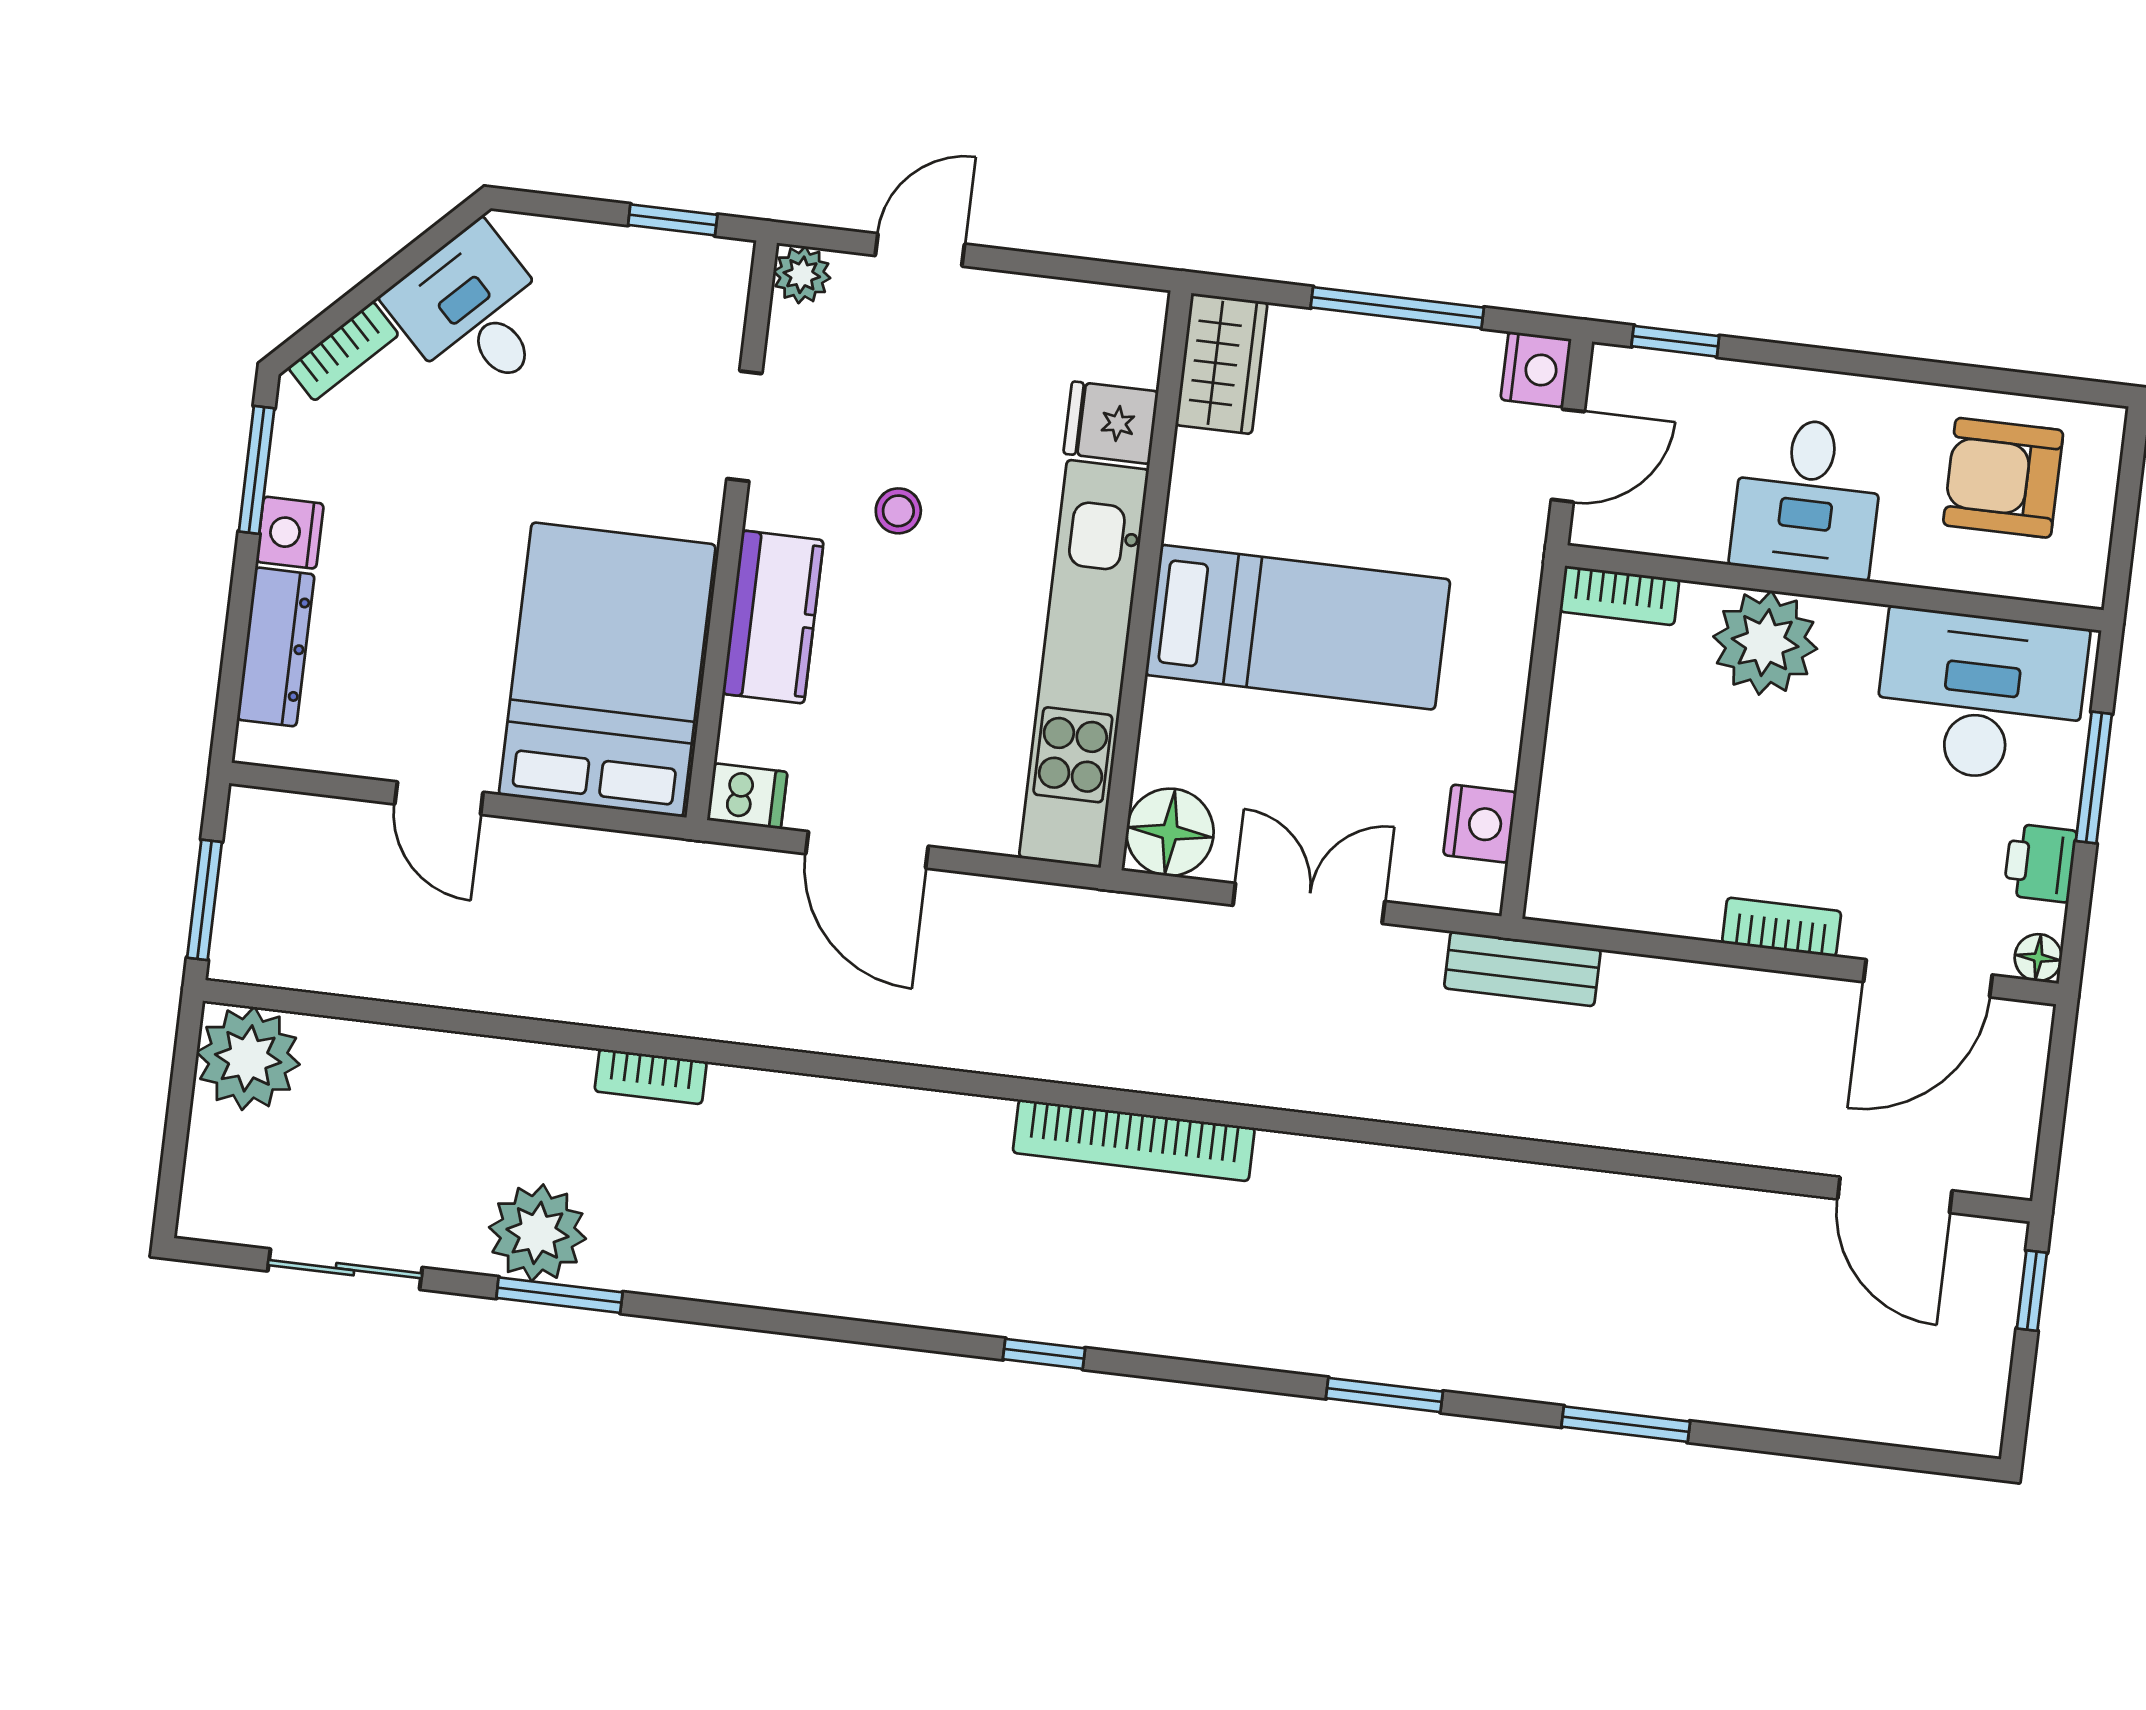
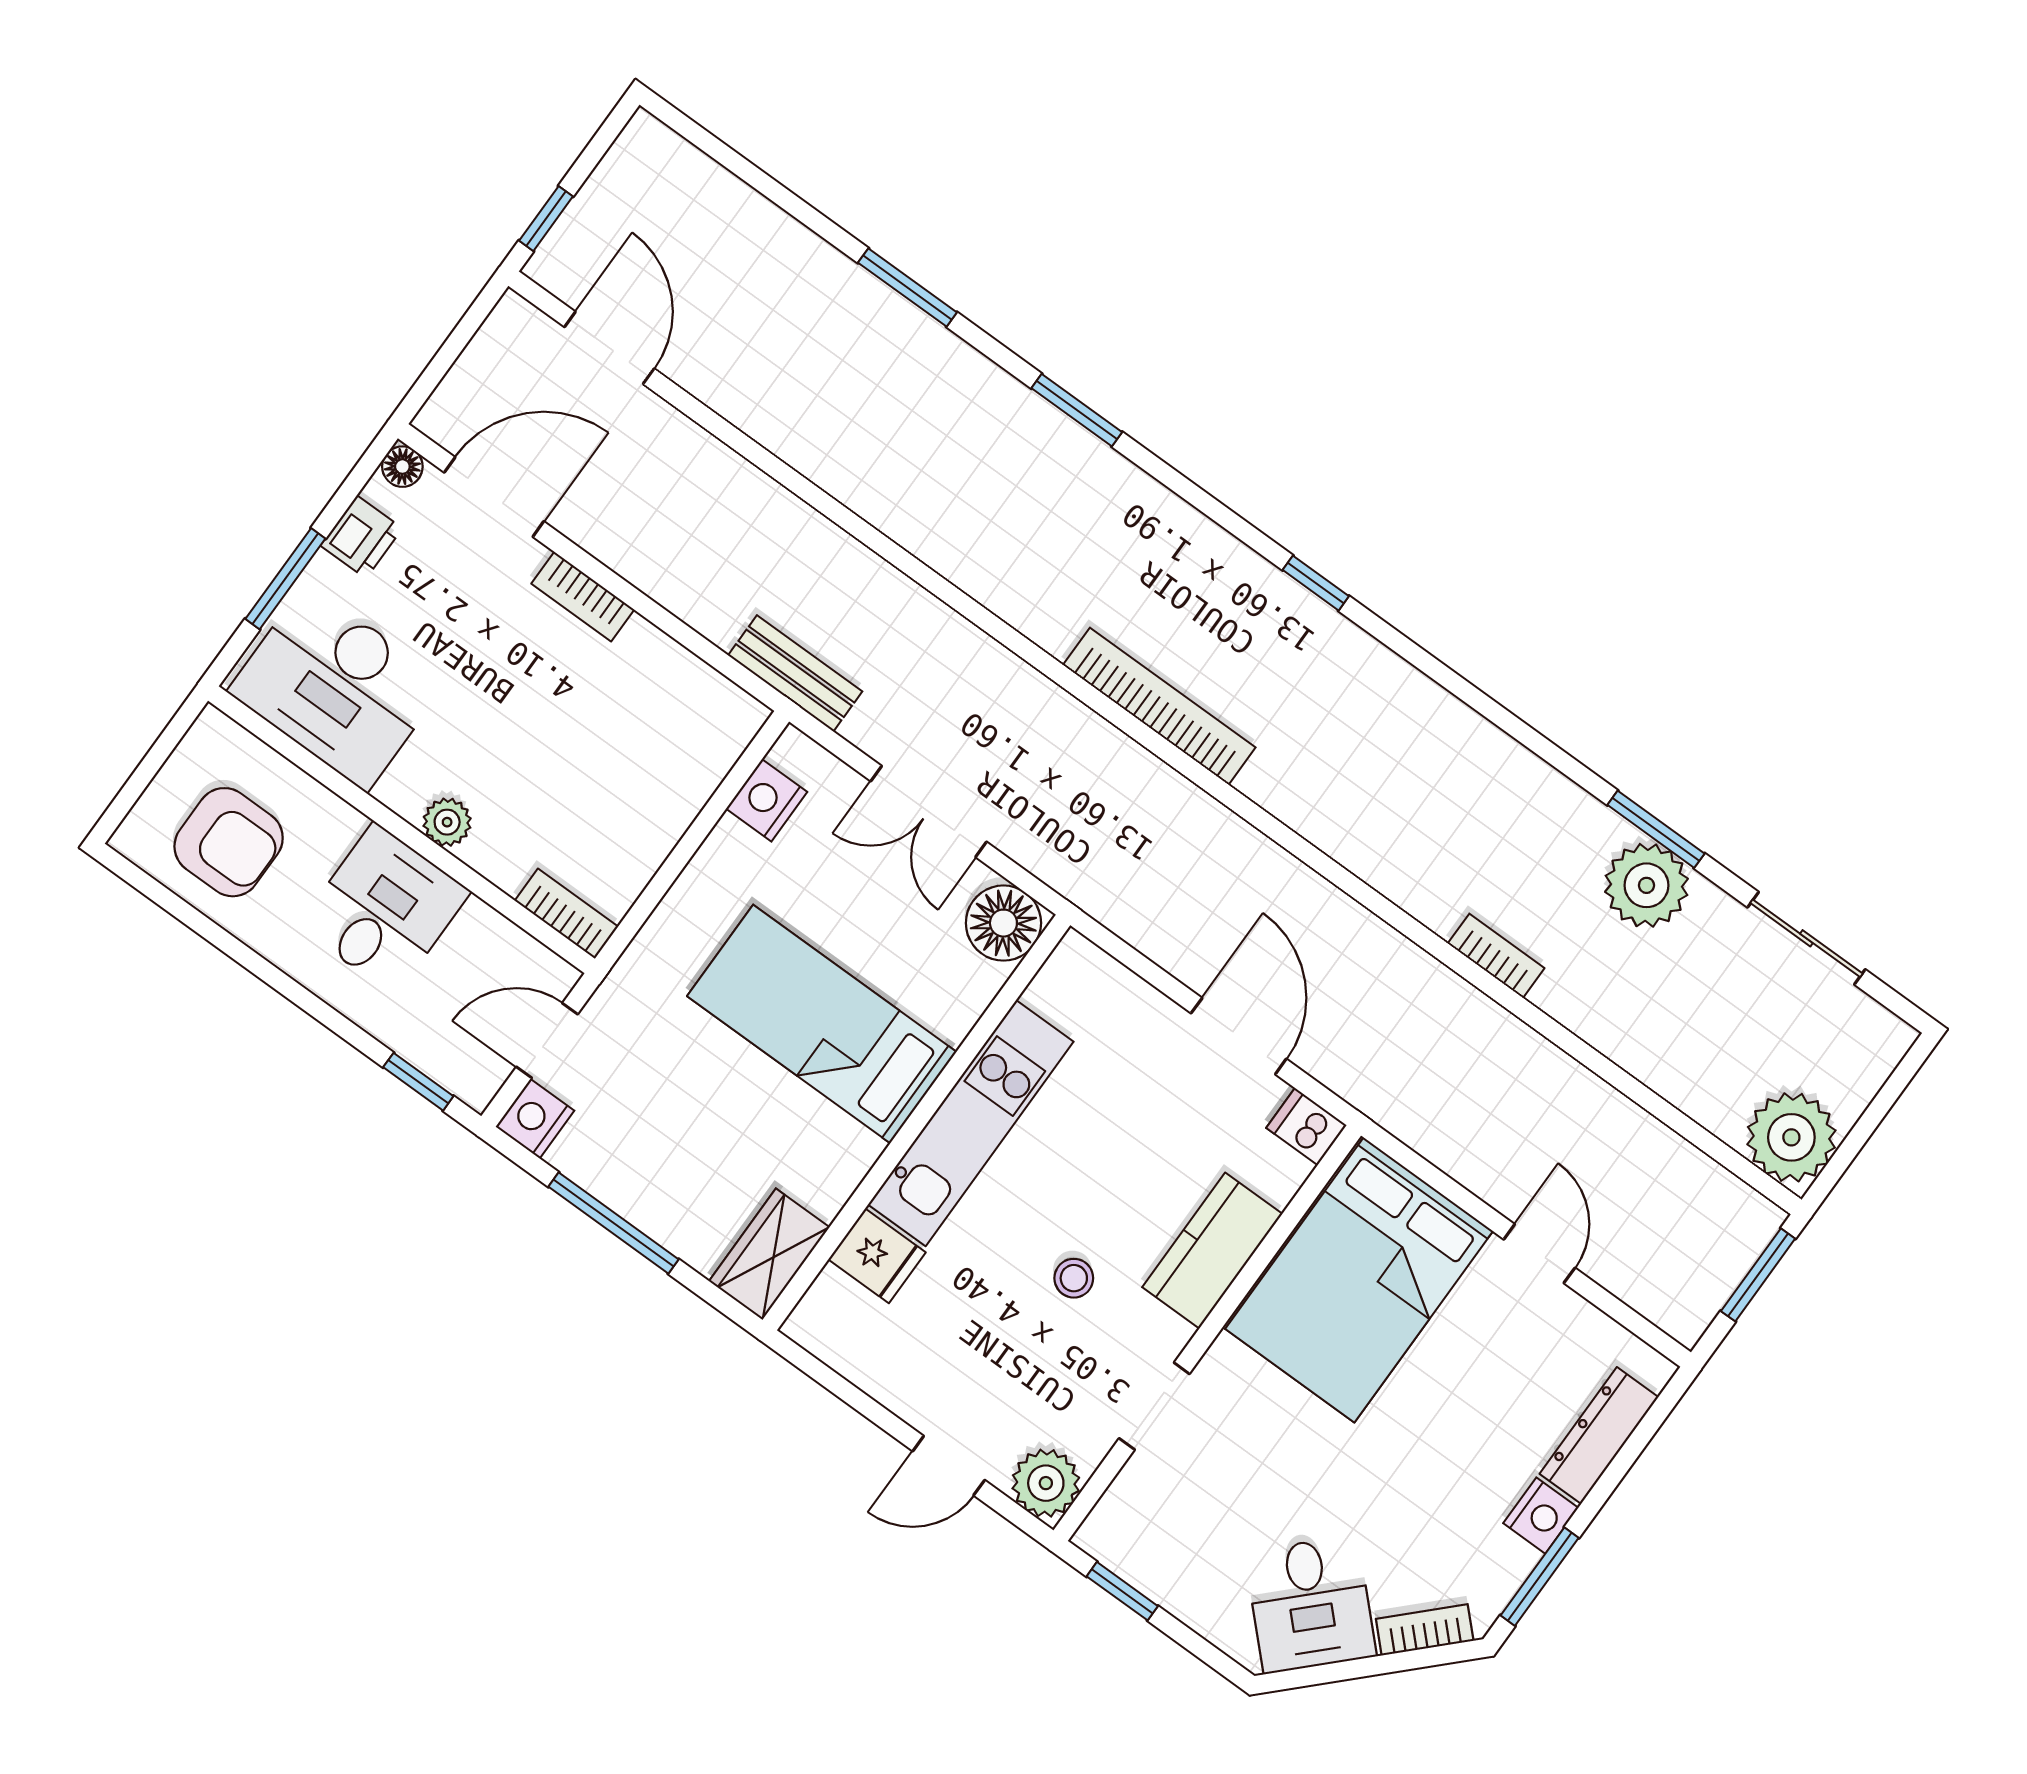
plant: (802, 275) -> (1046, 1483), width x1.38, depth x1.38
plant: (1765, 643) -> (447, 822), width x0.53, depth x0.53
kitchen unit: (1084, 663) -> (971, 1123), width x0.73

